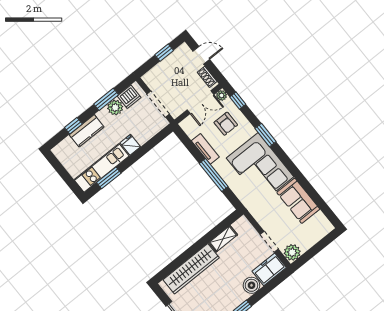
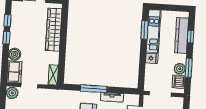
kitchen counter: (87, 131) -> (182, 36), width x1.50
shelving: (223, 239) -> (53, 75), moved

